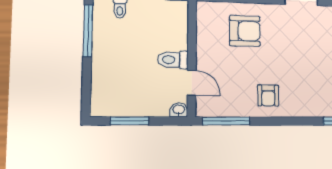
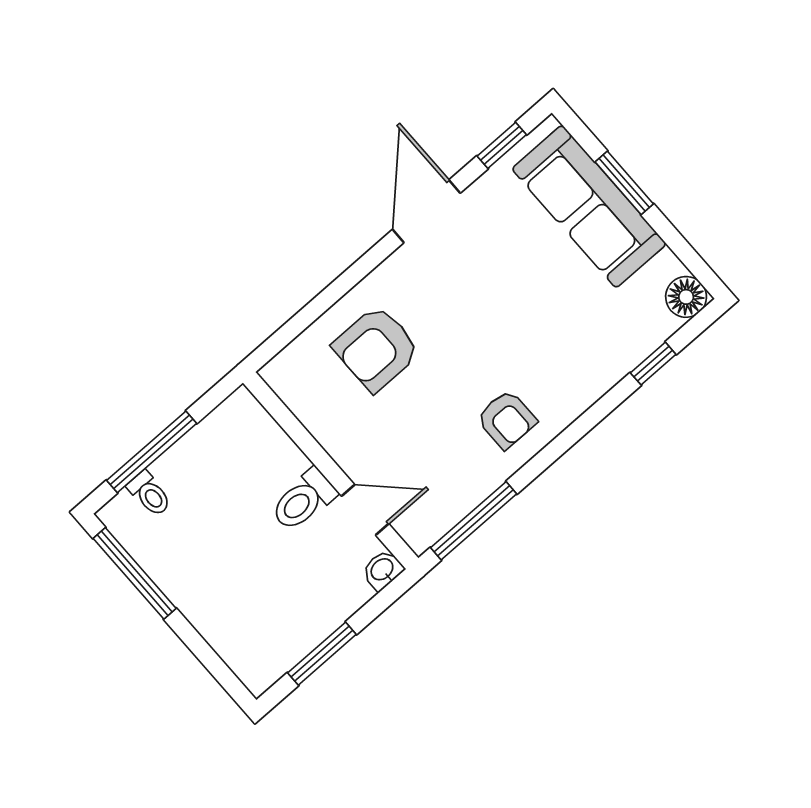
armchair: (245, 31) -> (376, 349), turned 180

